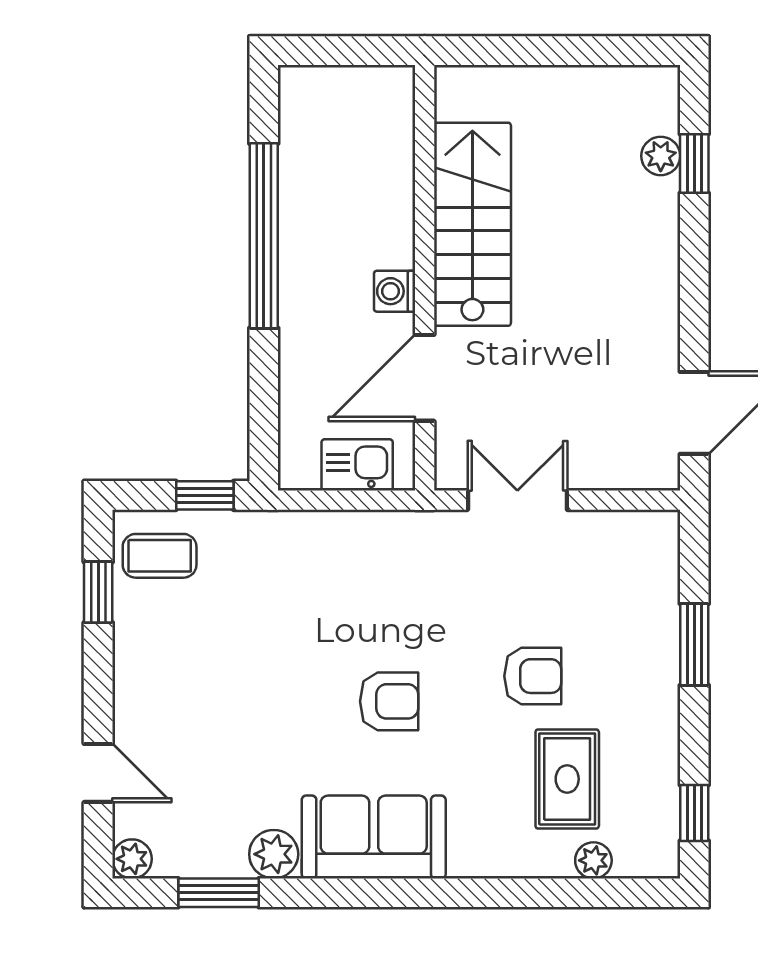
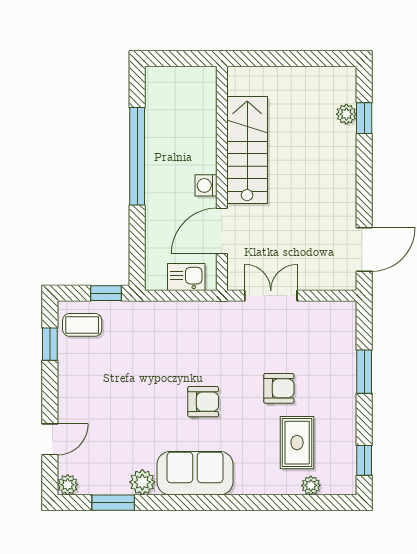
door: (98, 773) -> (50, 439), hinge flipped

